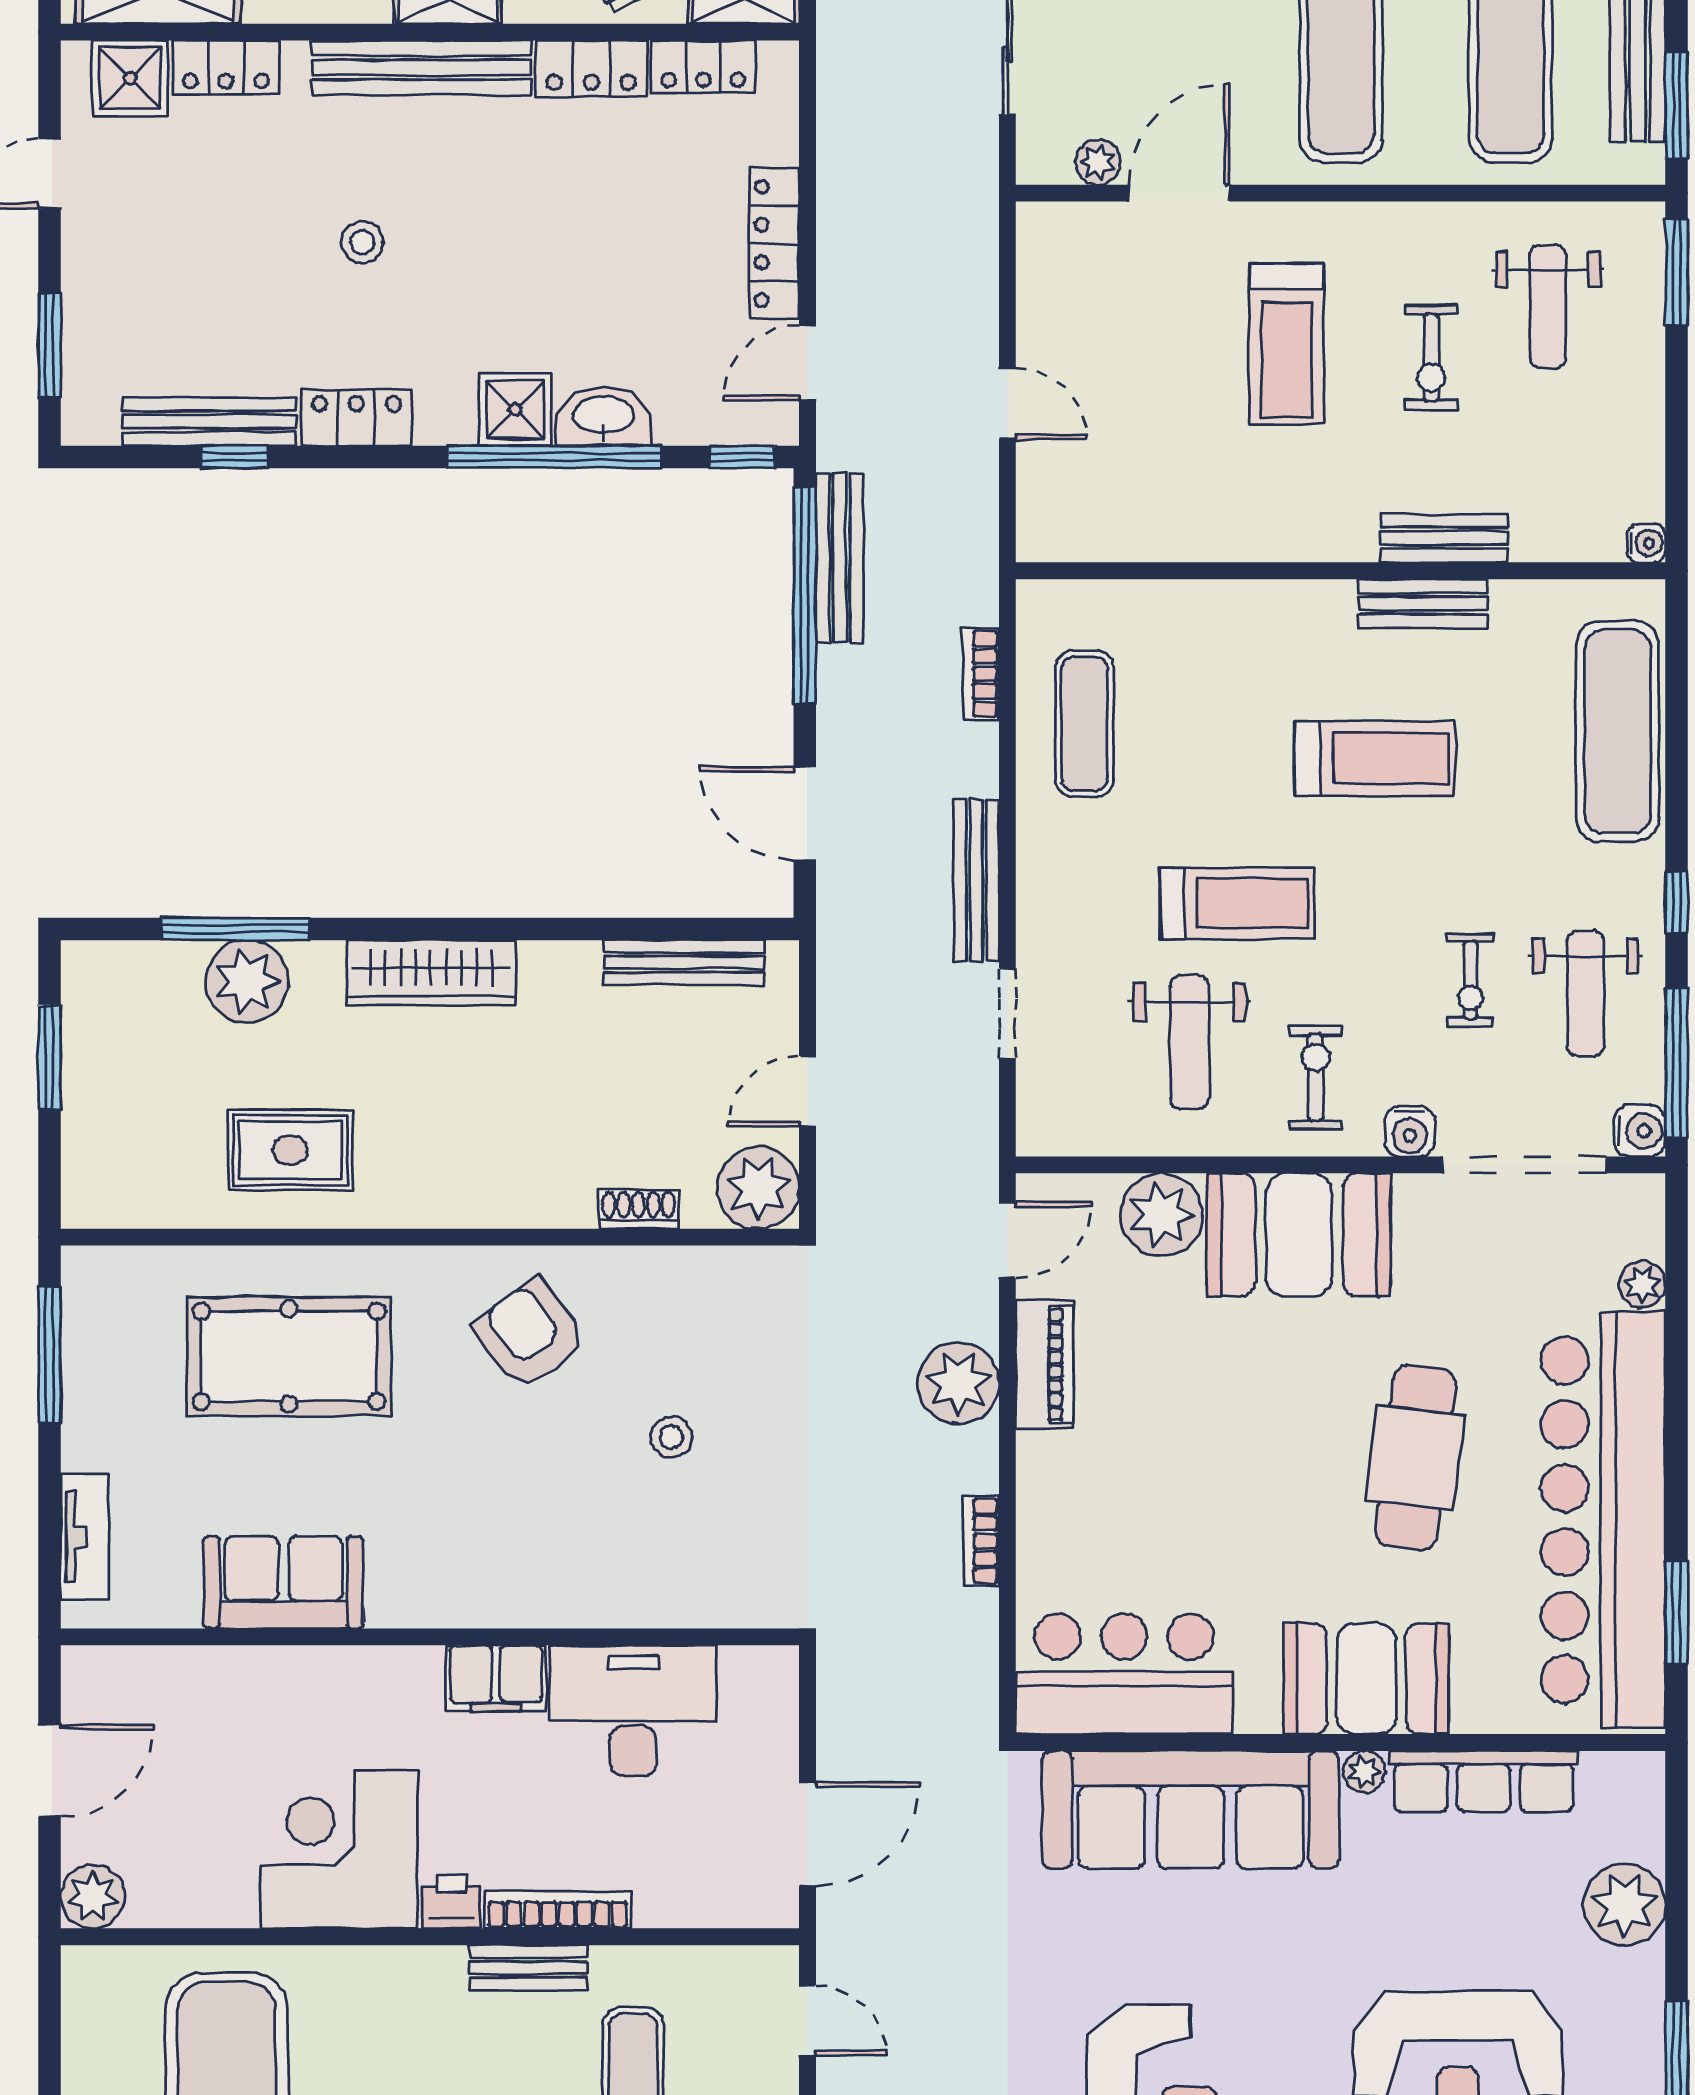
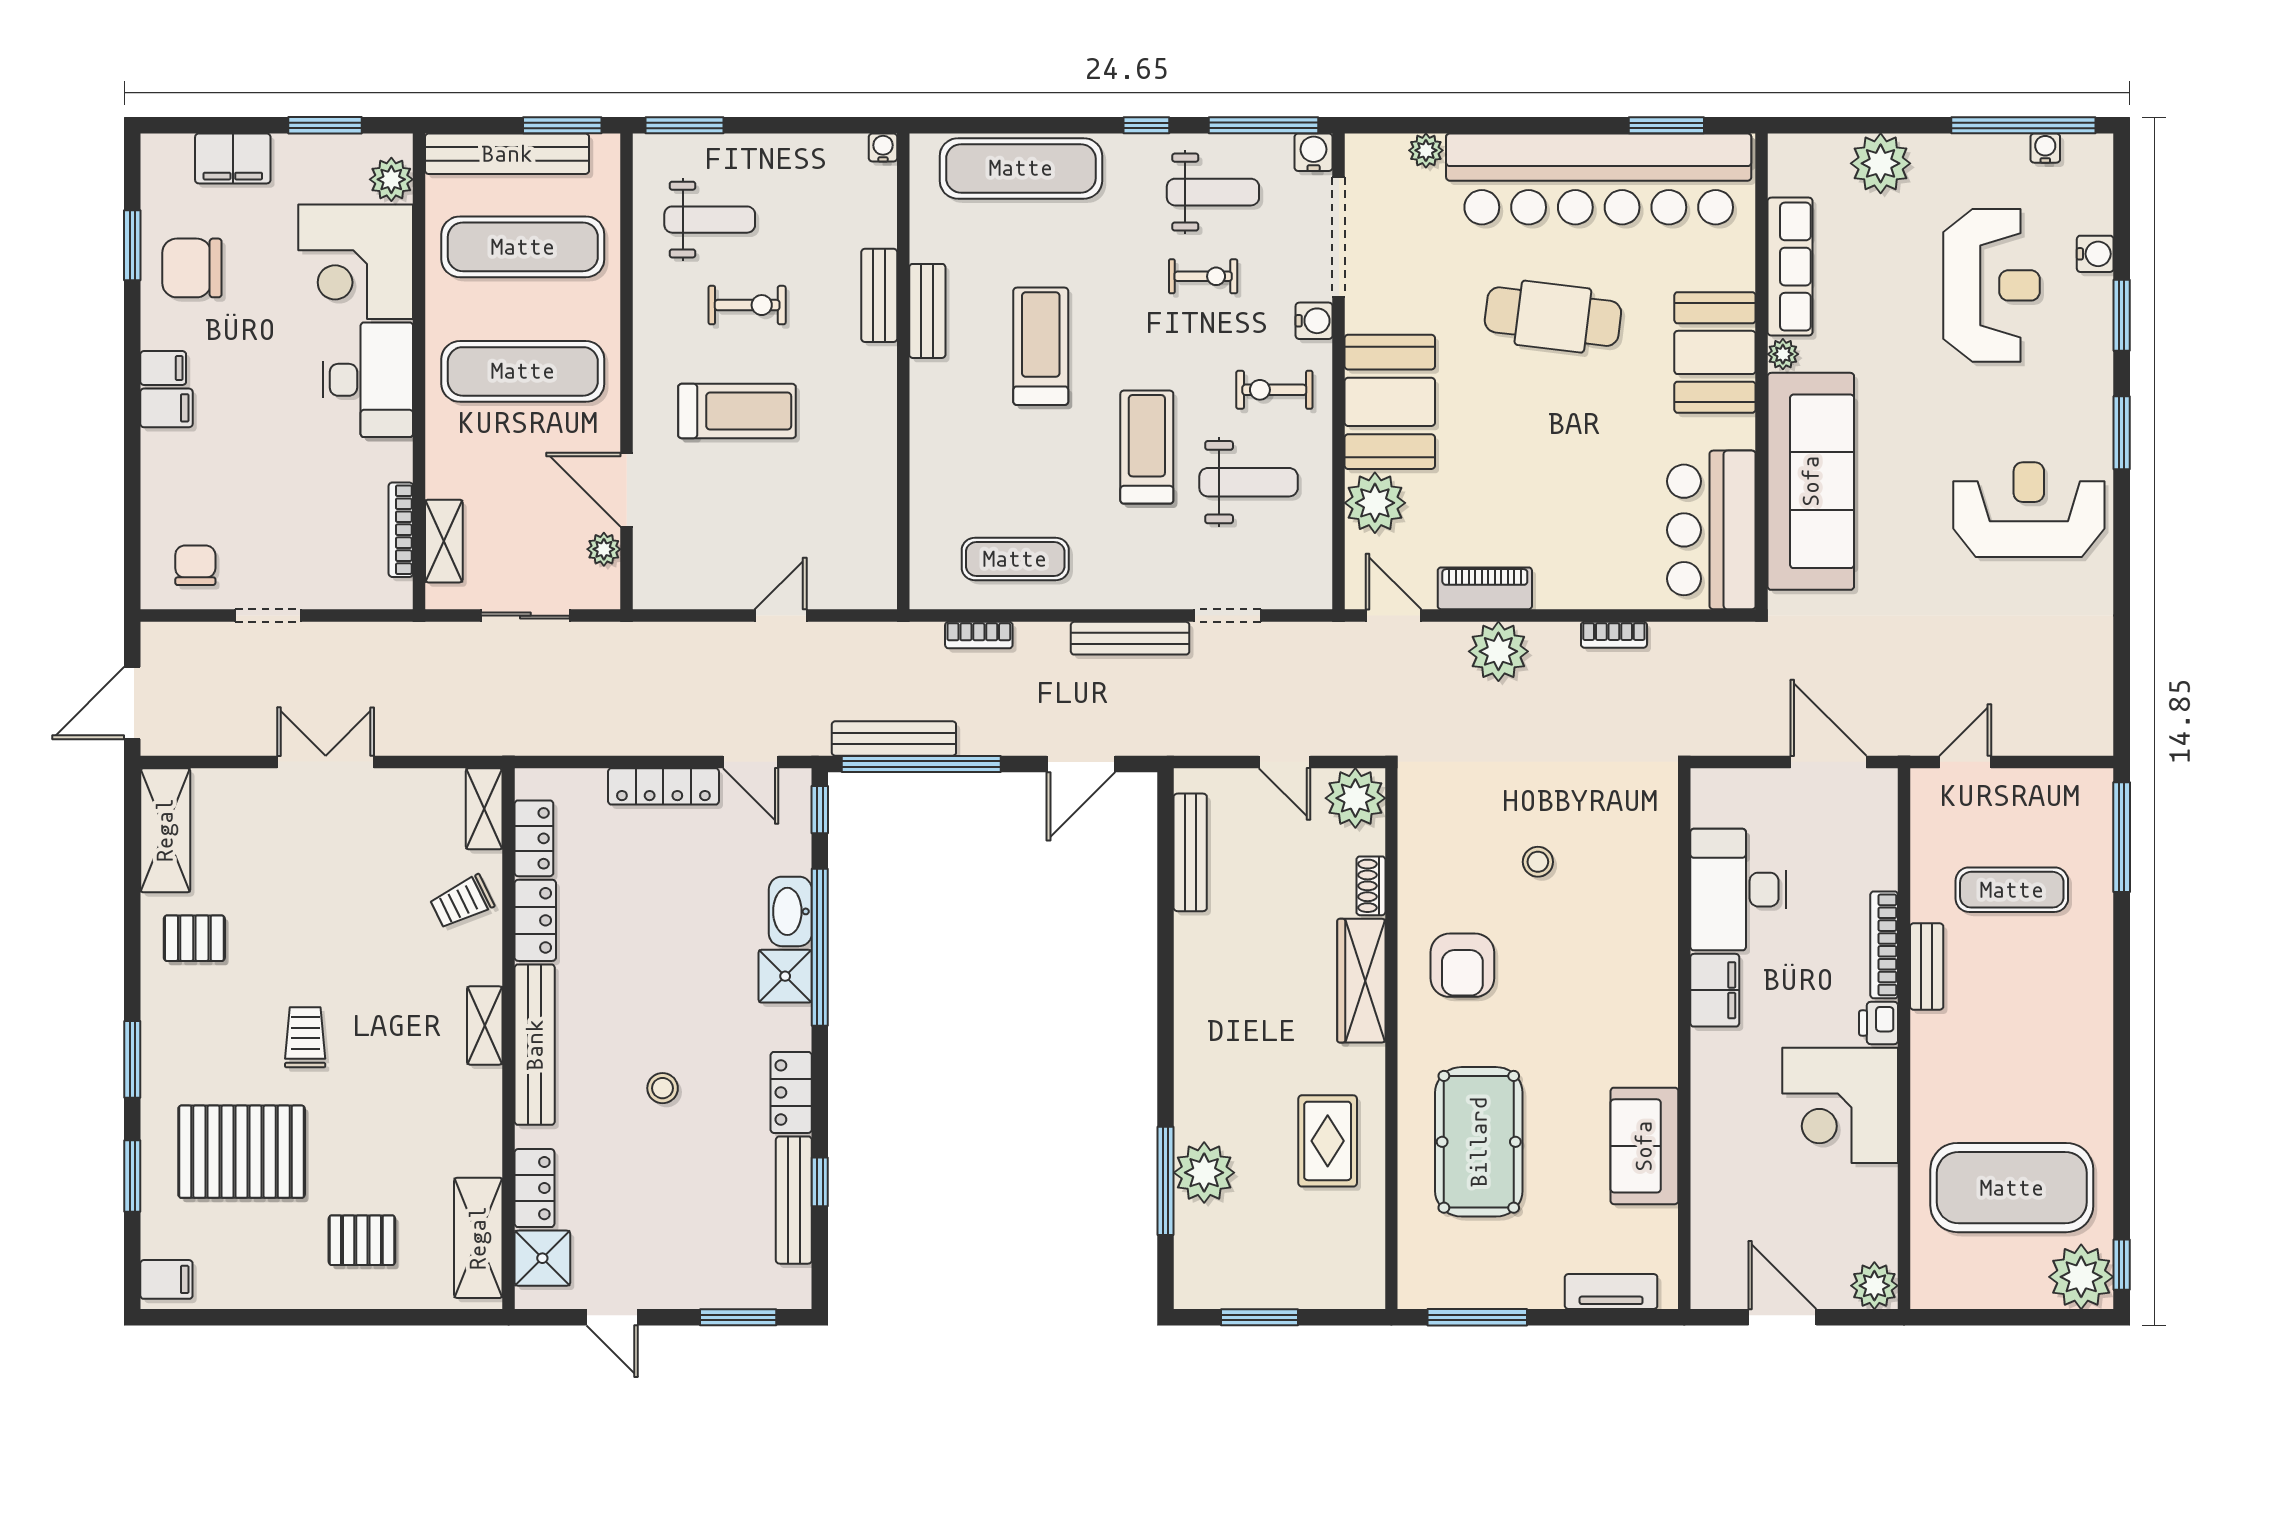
wardrobe: (431, 973) -> (1361, 981), moved, turned 180
armchair: (530, 1334) -> (1462, 965), turned -53

